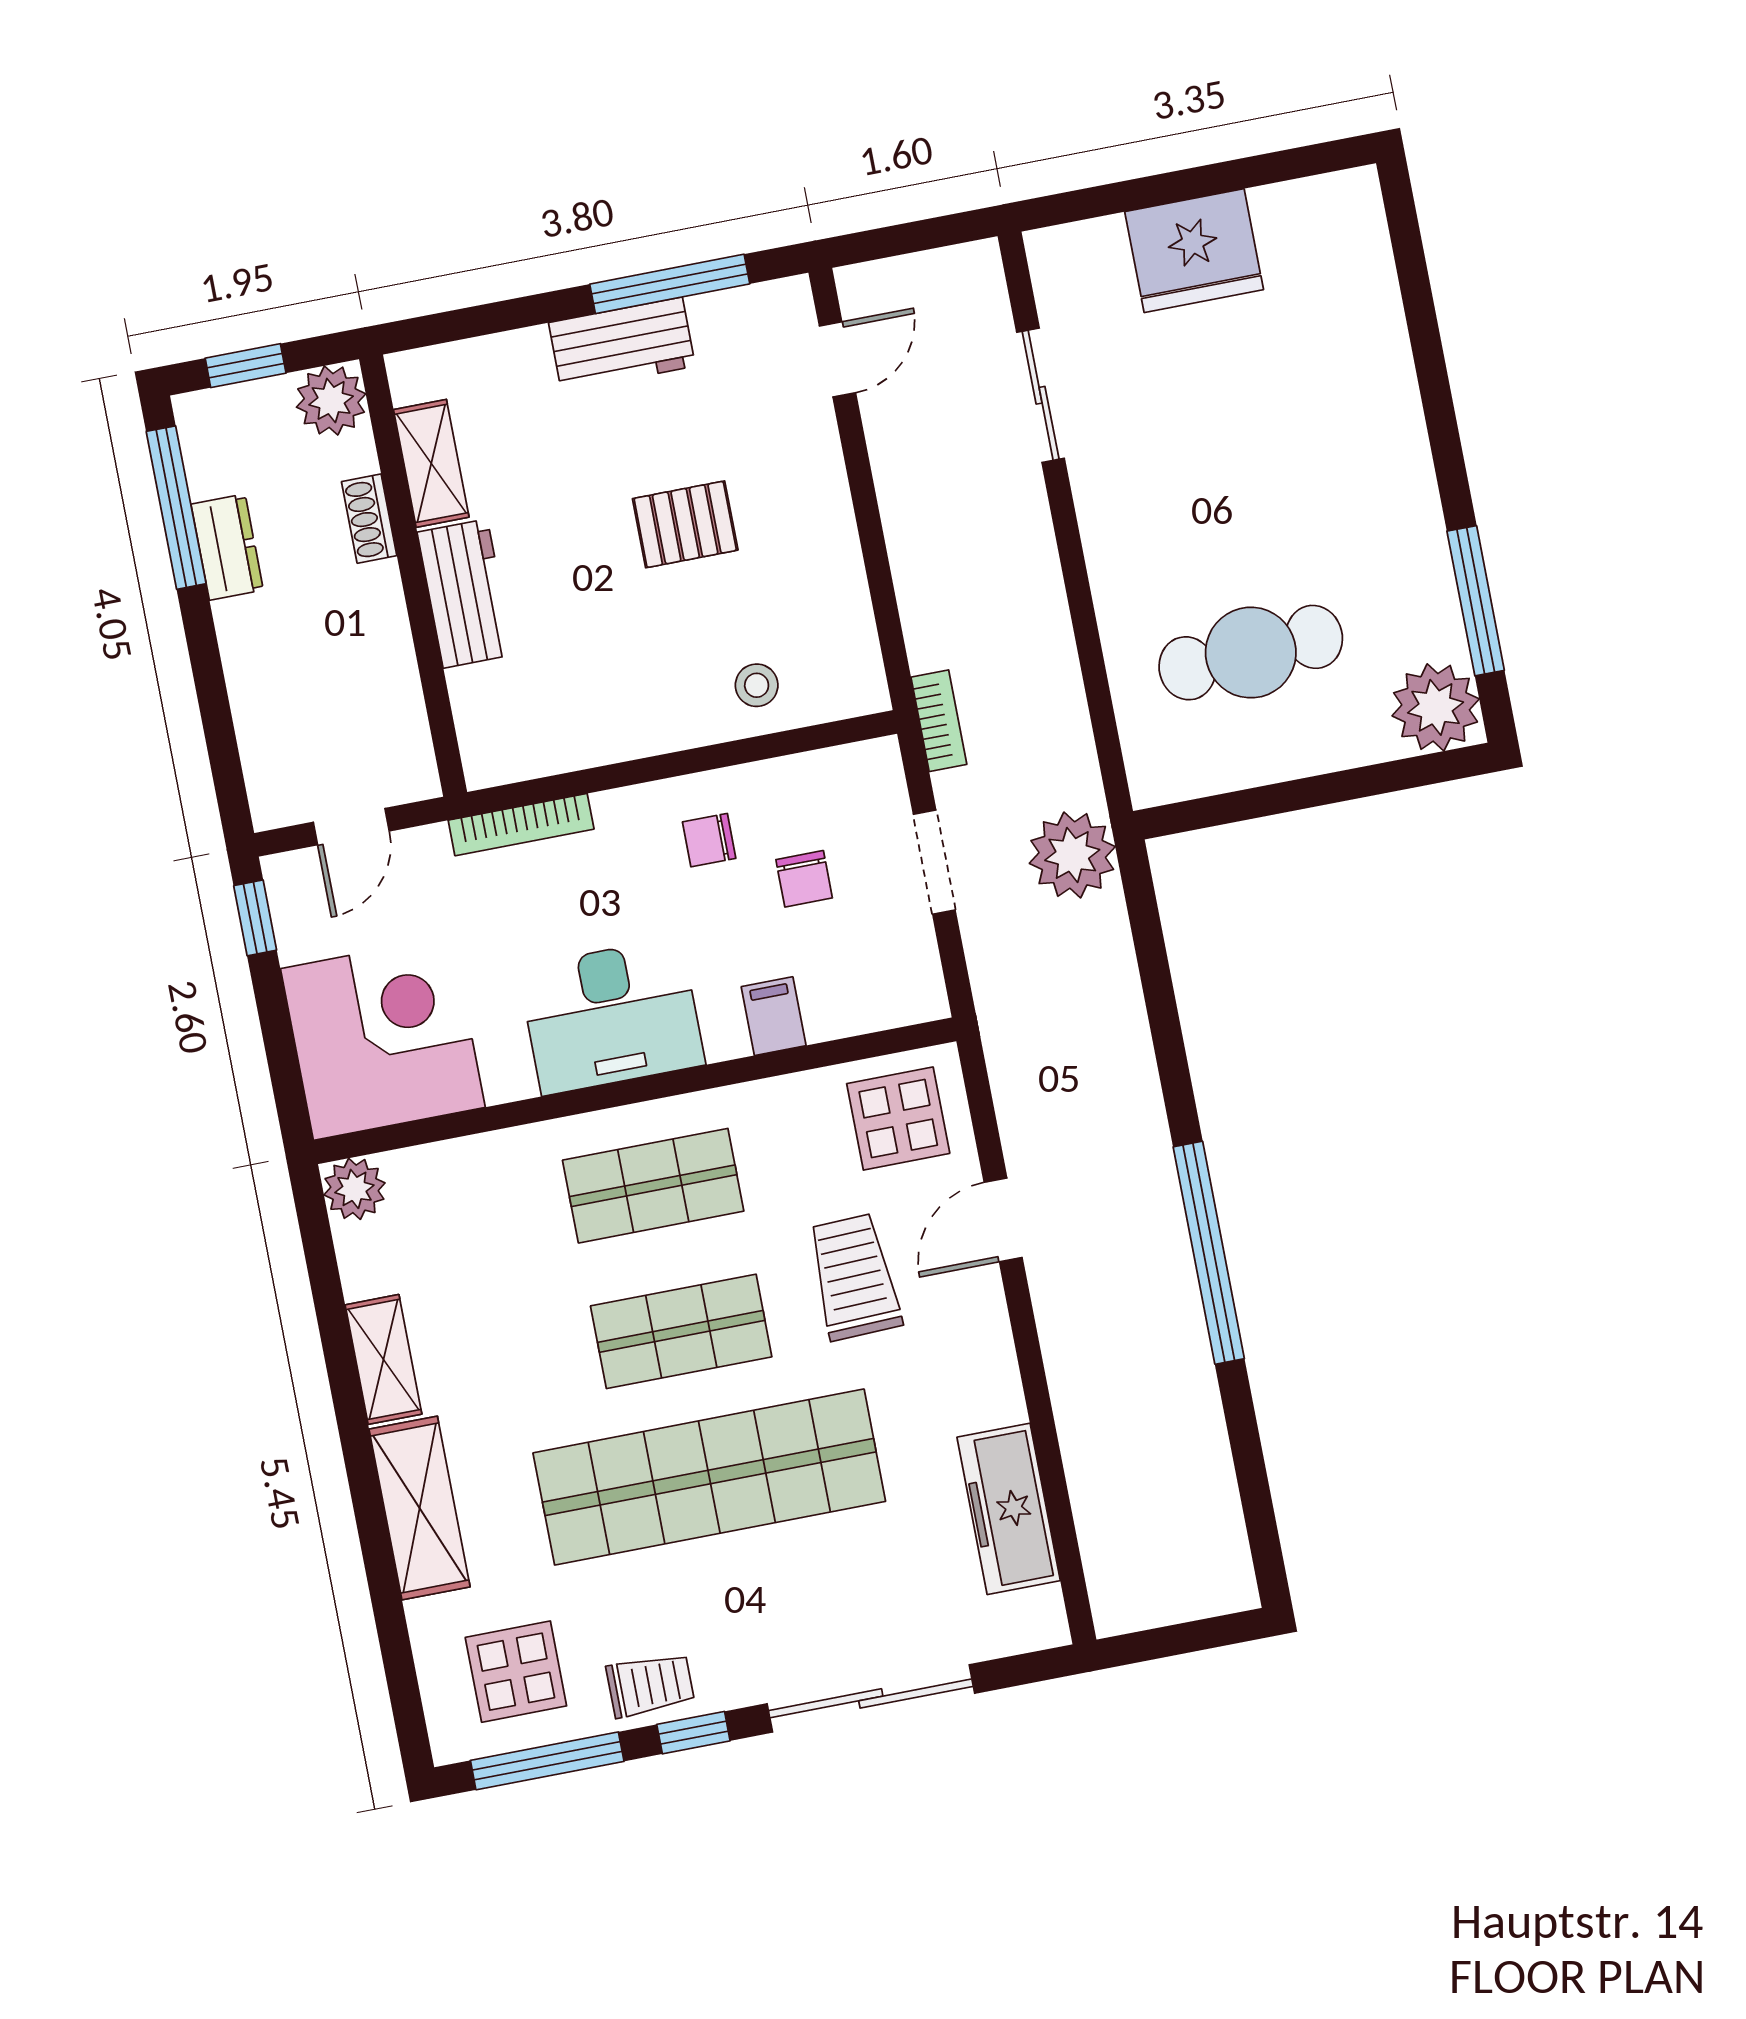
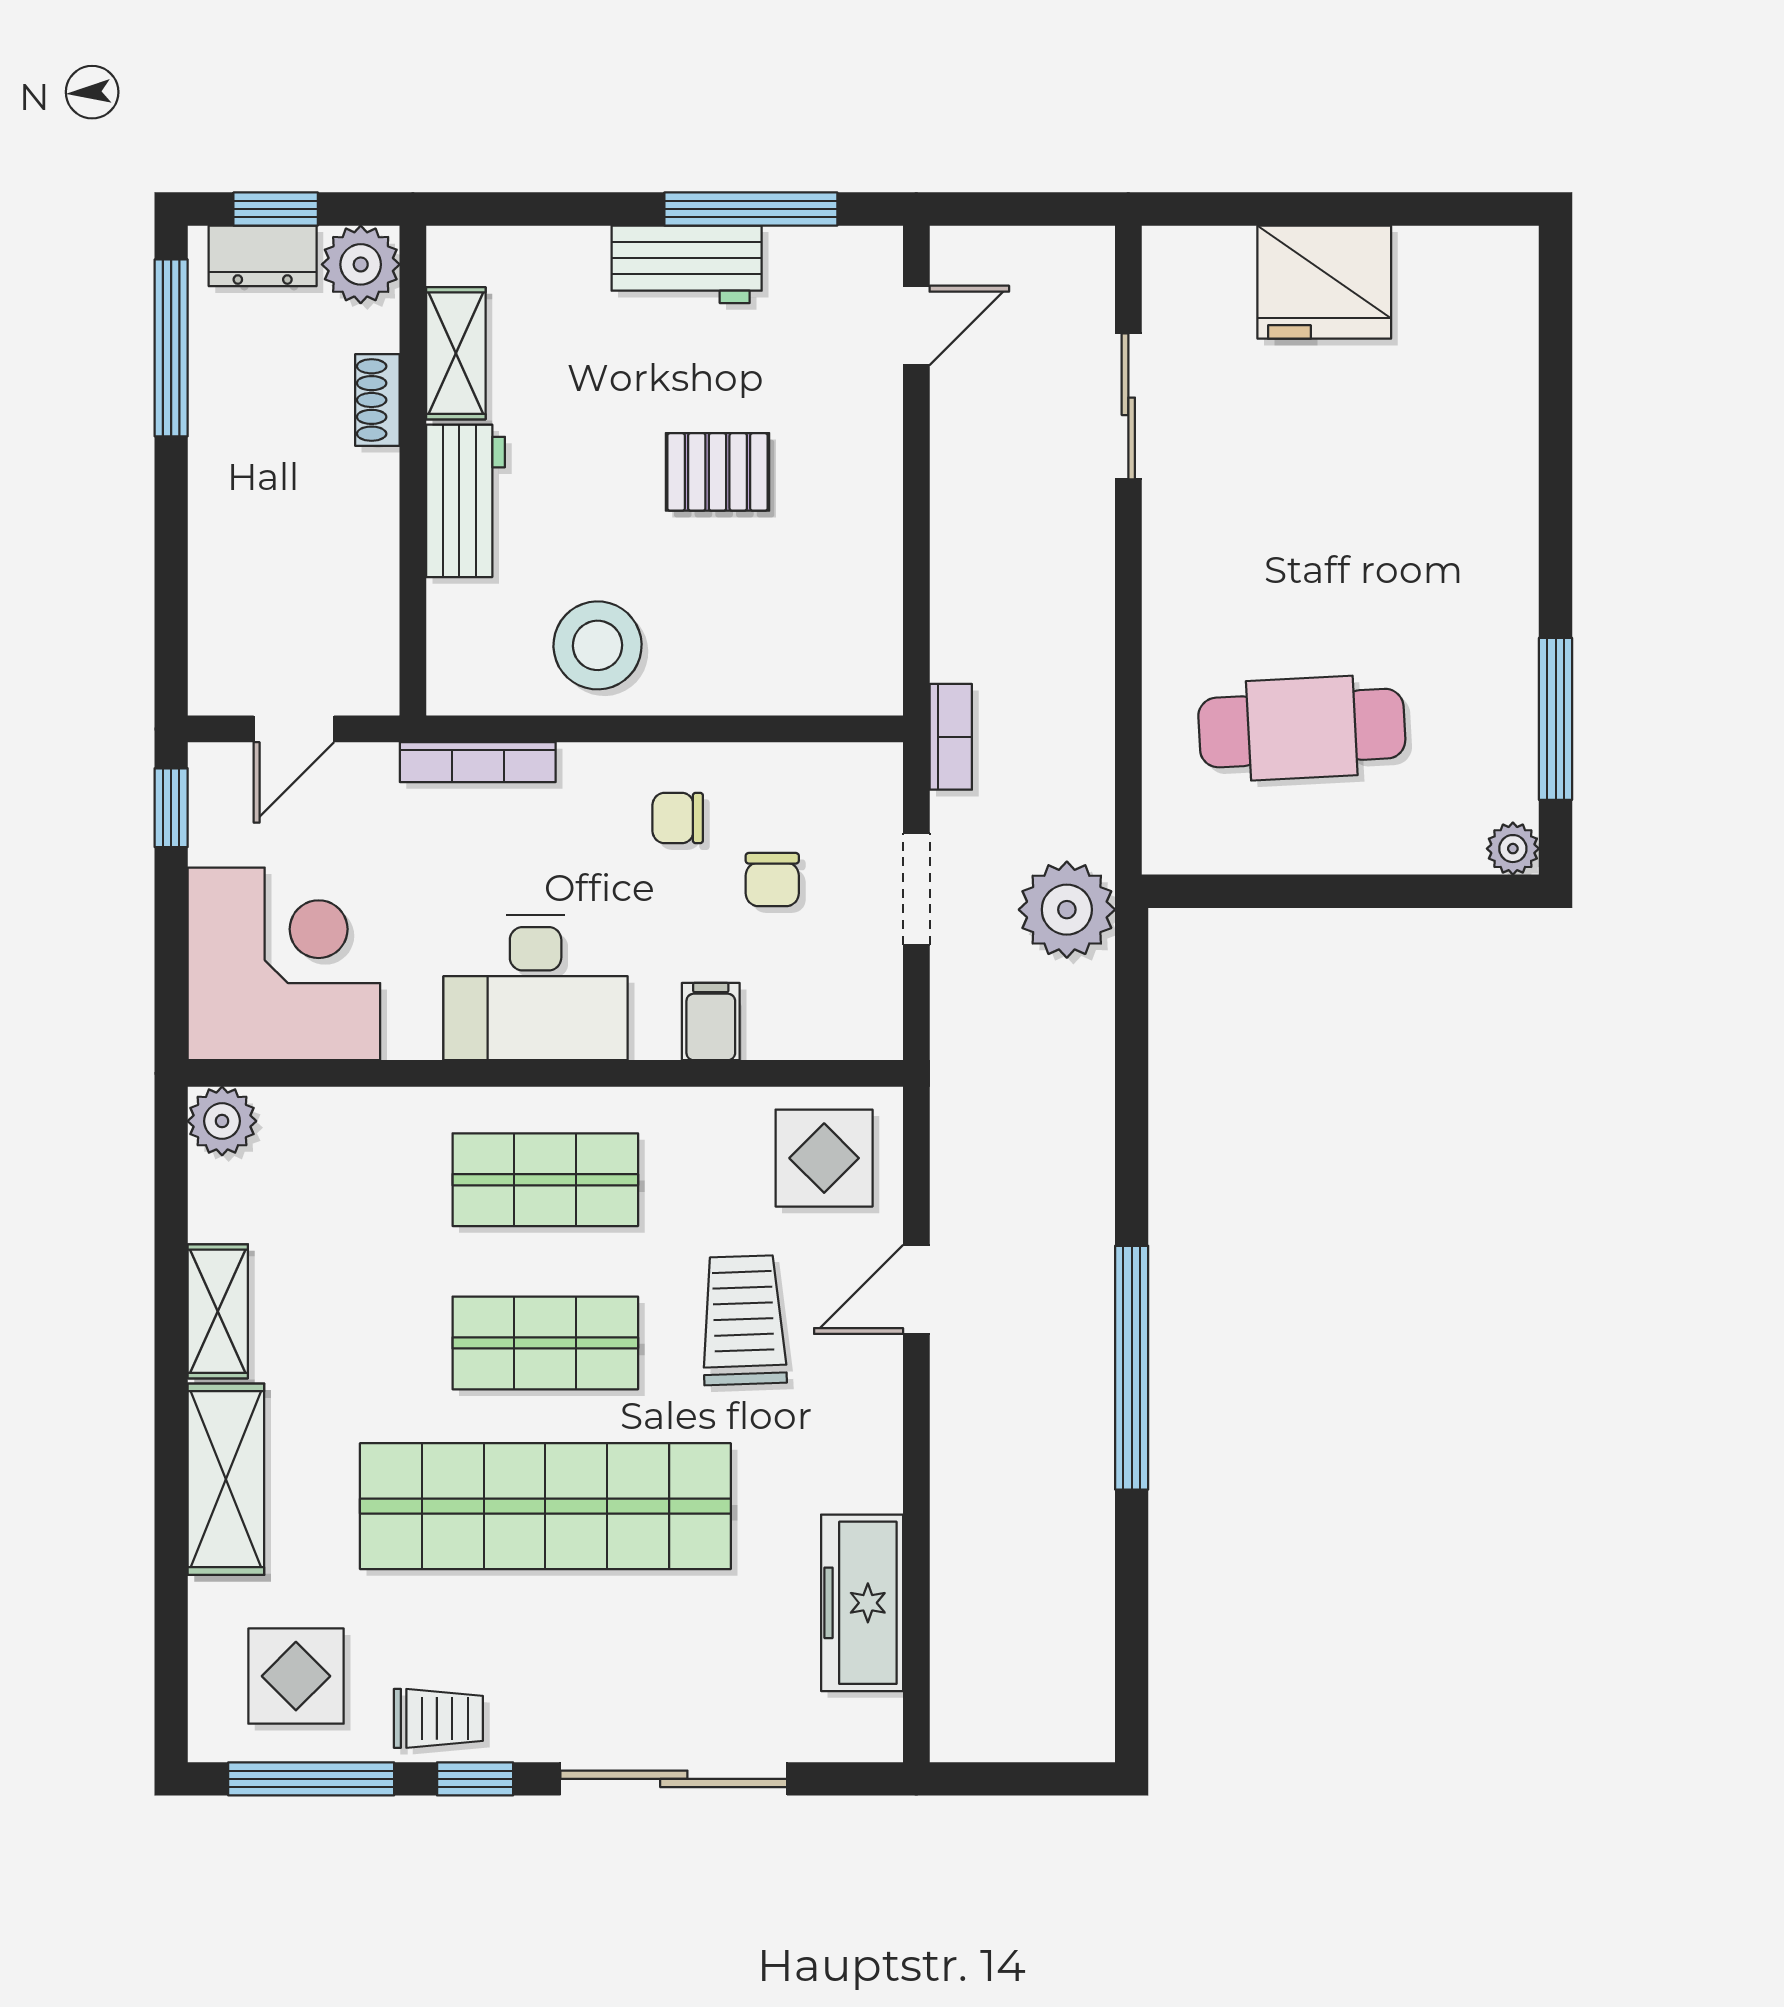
dresser: (227, 547) -> (263, 256), moved, turned 90
stool: (757, 685) -> (598, 645), moved, width x1.89, depth x1.89
plant: (1436, 707) -> (1513, 849), width x0.53, depth x0.53

